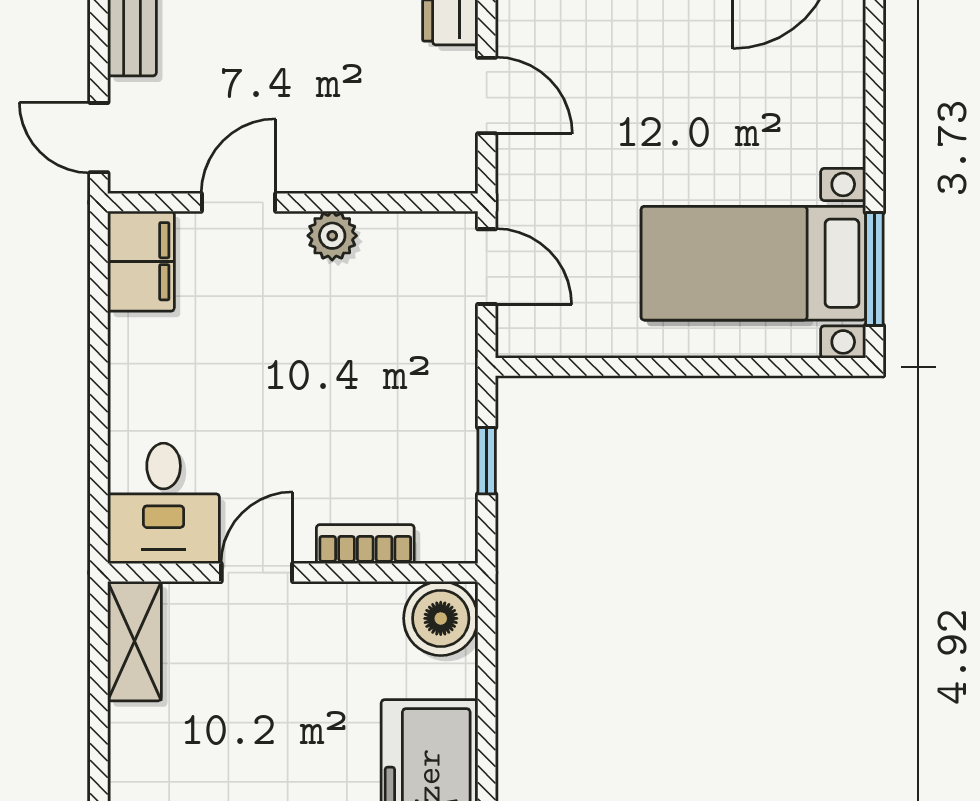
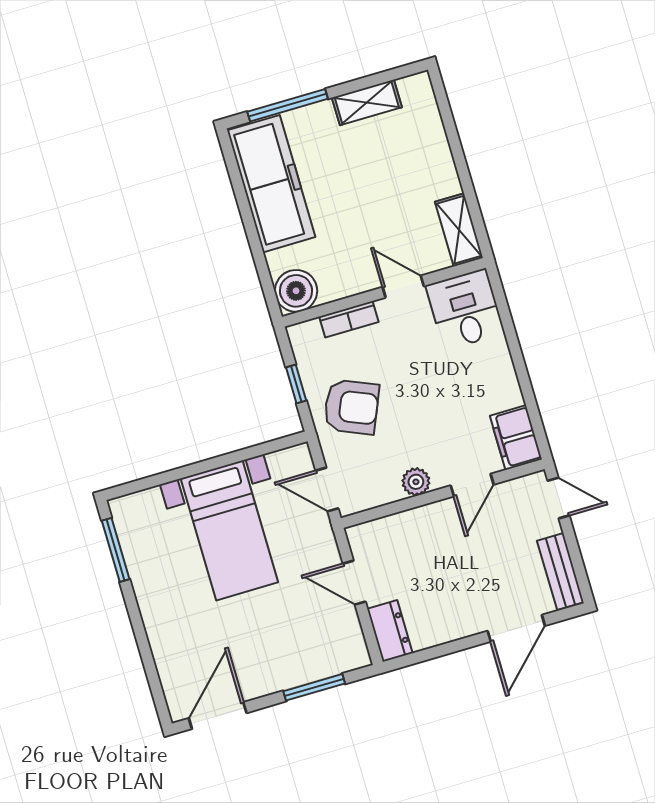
bed with nightstands: (753, 263) -> (229, 530), moved, turned 90
armchair: (404, 394) -> (351, 407), added
door: (257, 573) -> (403, 287), swing flipped

